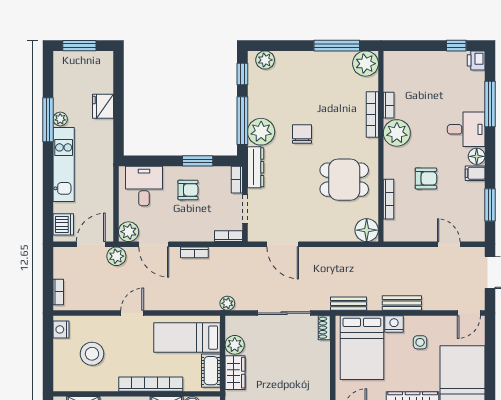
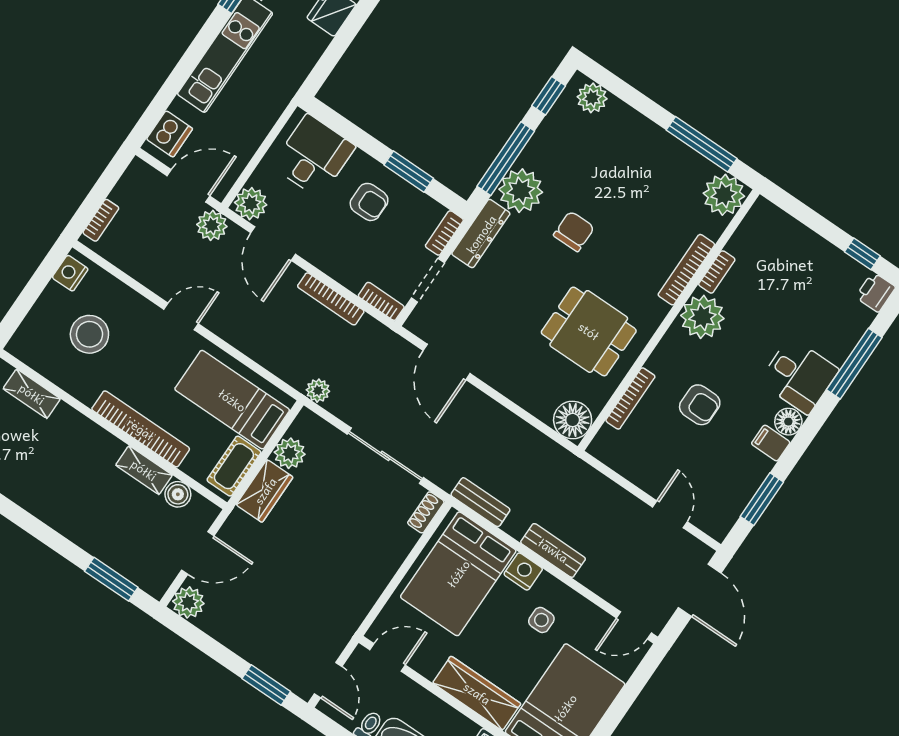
bookcase: (194, 252) -> (331, 299), width x1.56

